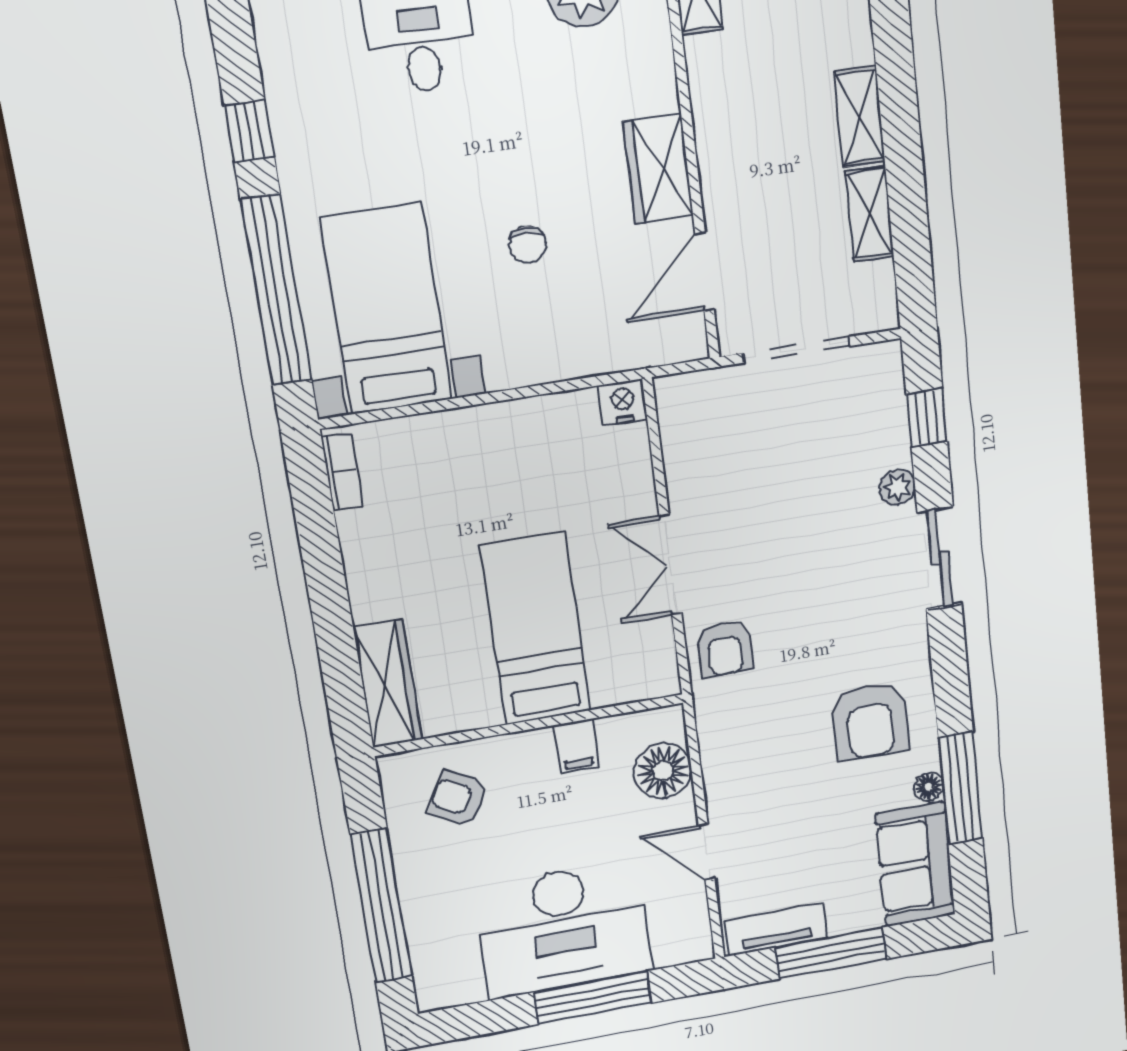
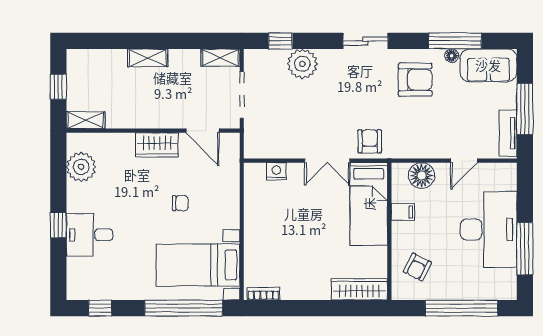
window: (249, 131) -> (100, 308), moved
shelving: (870, 214) -> (220, 58), moved
nightstand: (623, 402) -> (276, 171), moved, turned 90
plant: (897, 487) -> (302, 64), width x1.88, depth x1.88
sliding door: (940, 558) -> (365, 41), moved
bed: (536, 629) -> (369, 204), moved, turned -90
armchair: (725, 649) -> (370, 141), turned -90
window: (593, 998) -> (525, 249), moved

